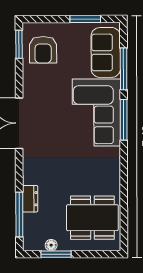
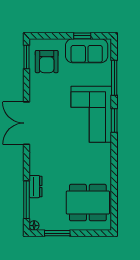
window: (85, 19) -> (82, 36), width x0.67
sofa: (106, 52) -> (87, 51), moved, turned -90
window: (124, 120) -> (114, 120), width x0.69
floor lamp: (51, 245) -> (34, 226), moved

